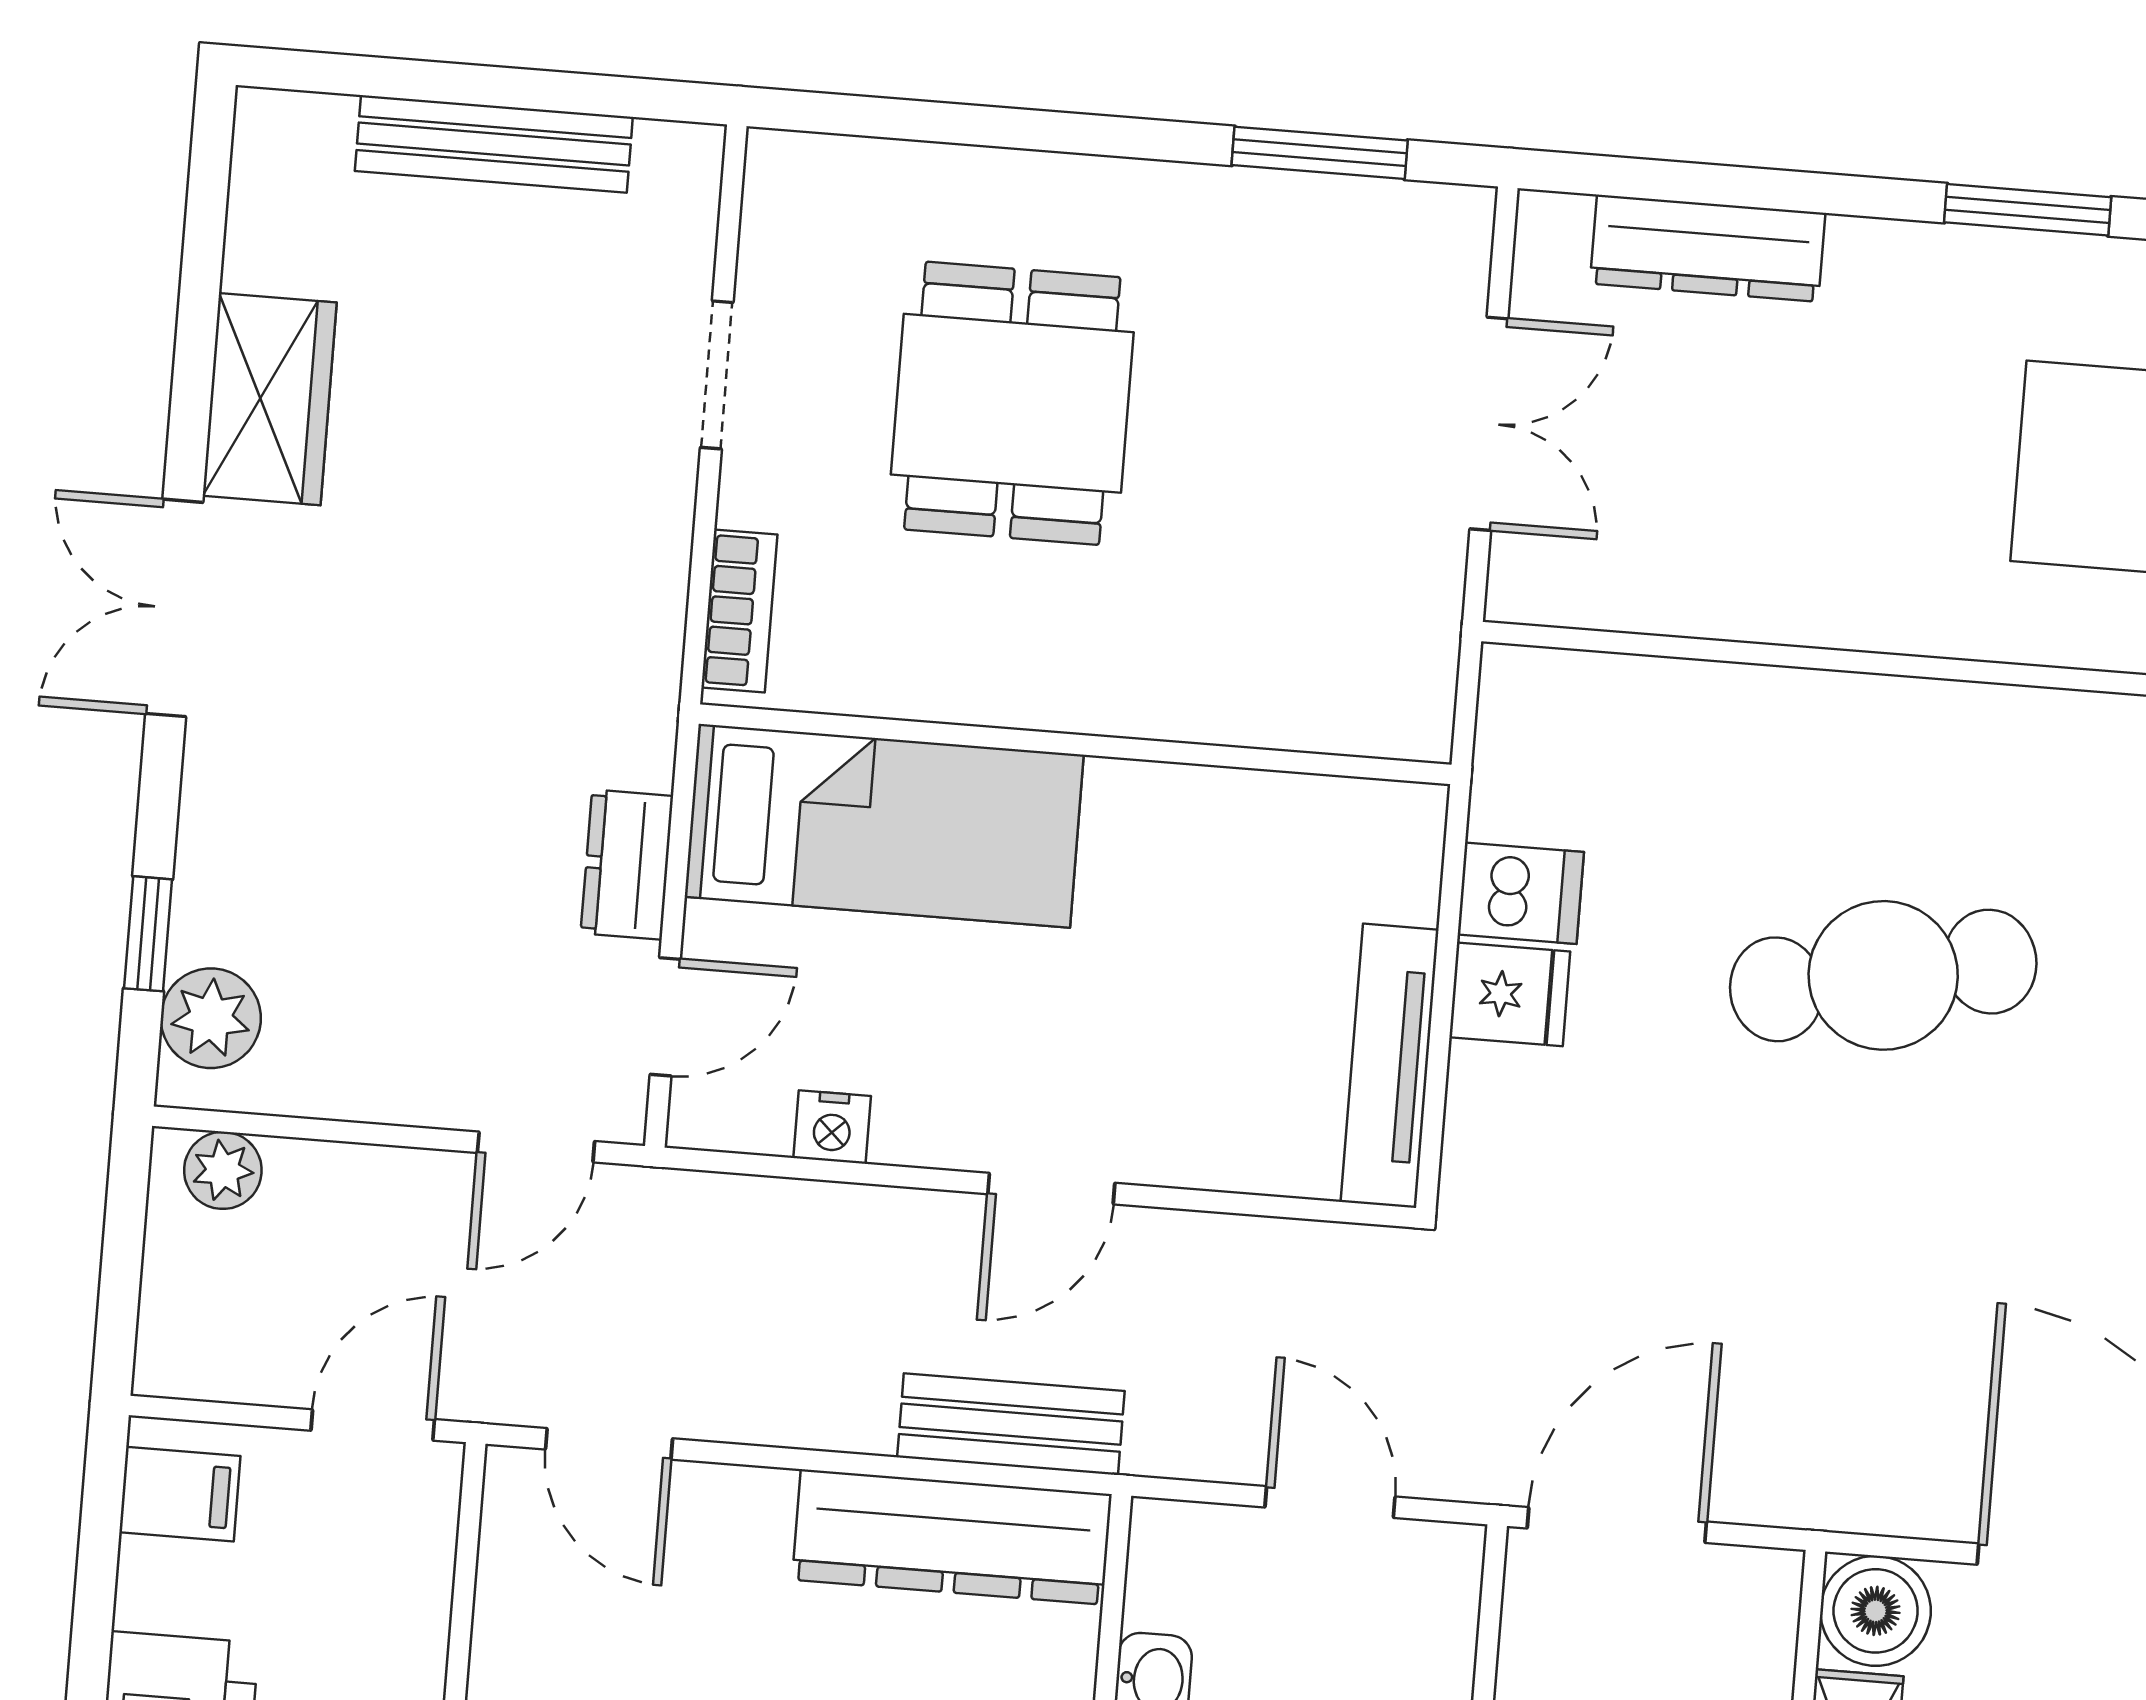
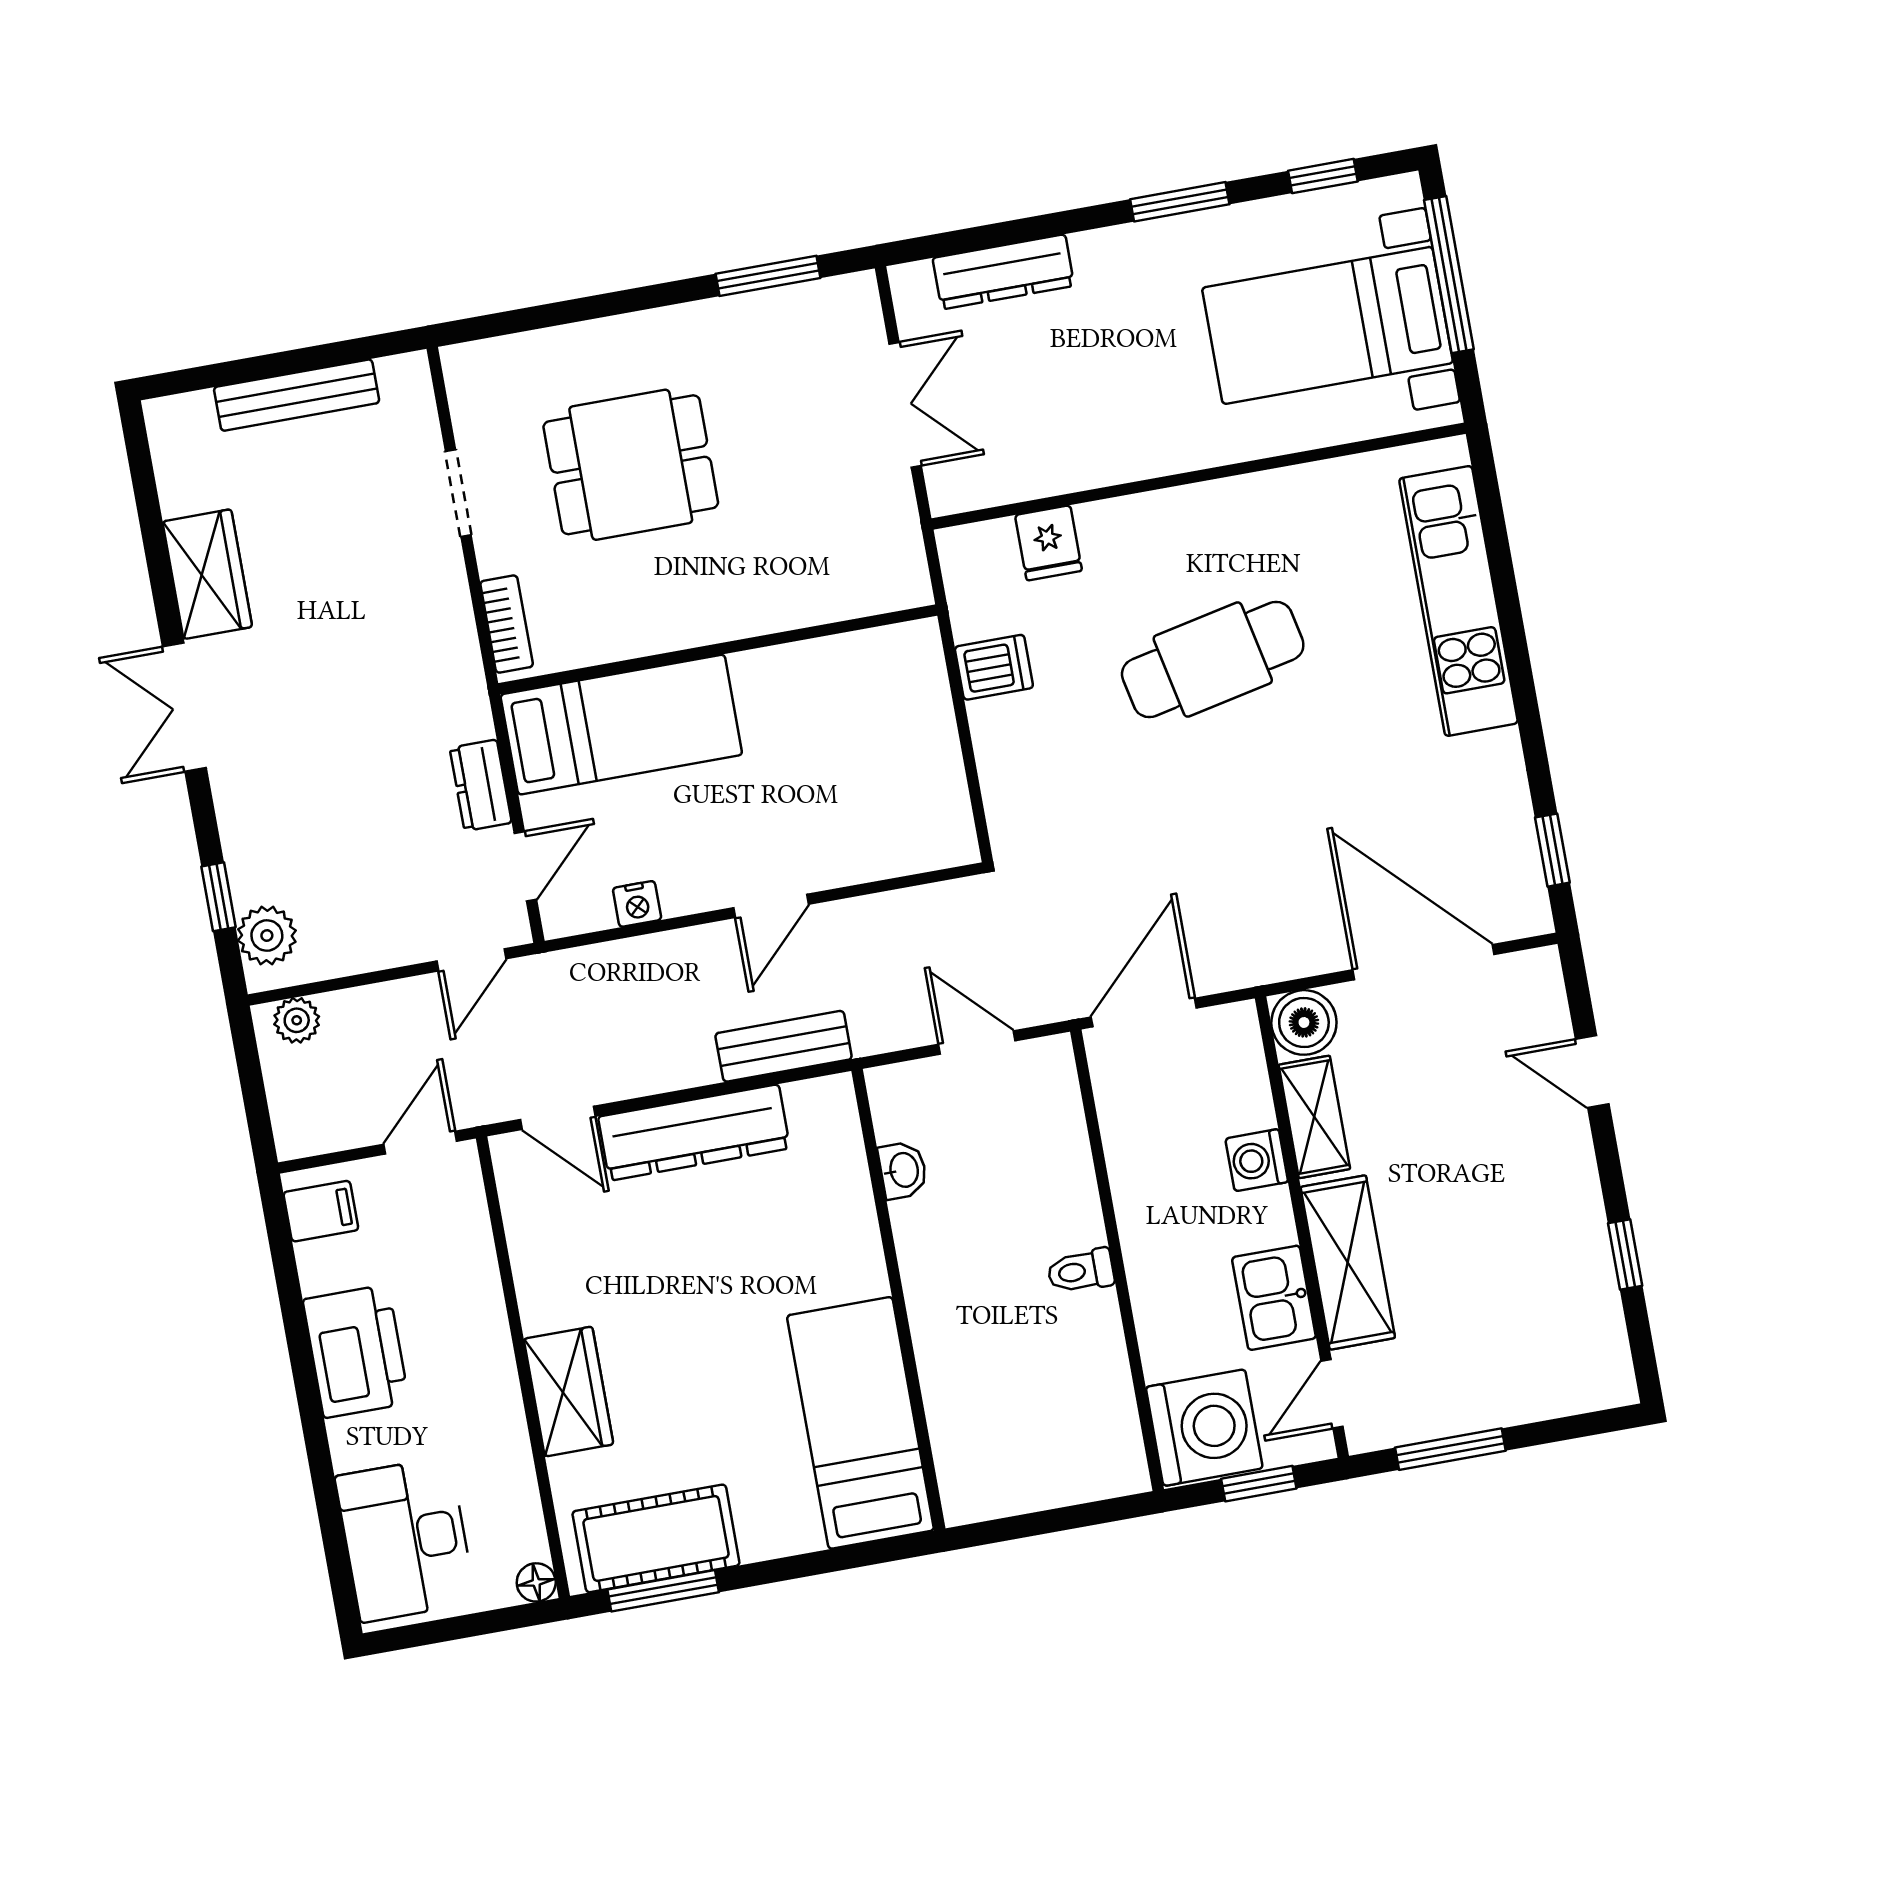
dining table: (1012, 403) -> (631, 465), turned 90
fridge: (1510, 994) -> (1049, 543), moved, turned 90
tv unit: (1390, 1066) -> (945, 785), removed
dresser: (952, 1537) -> (694, 1132), moved

